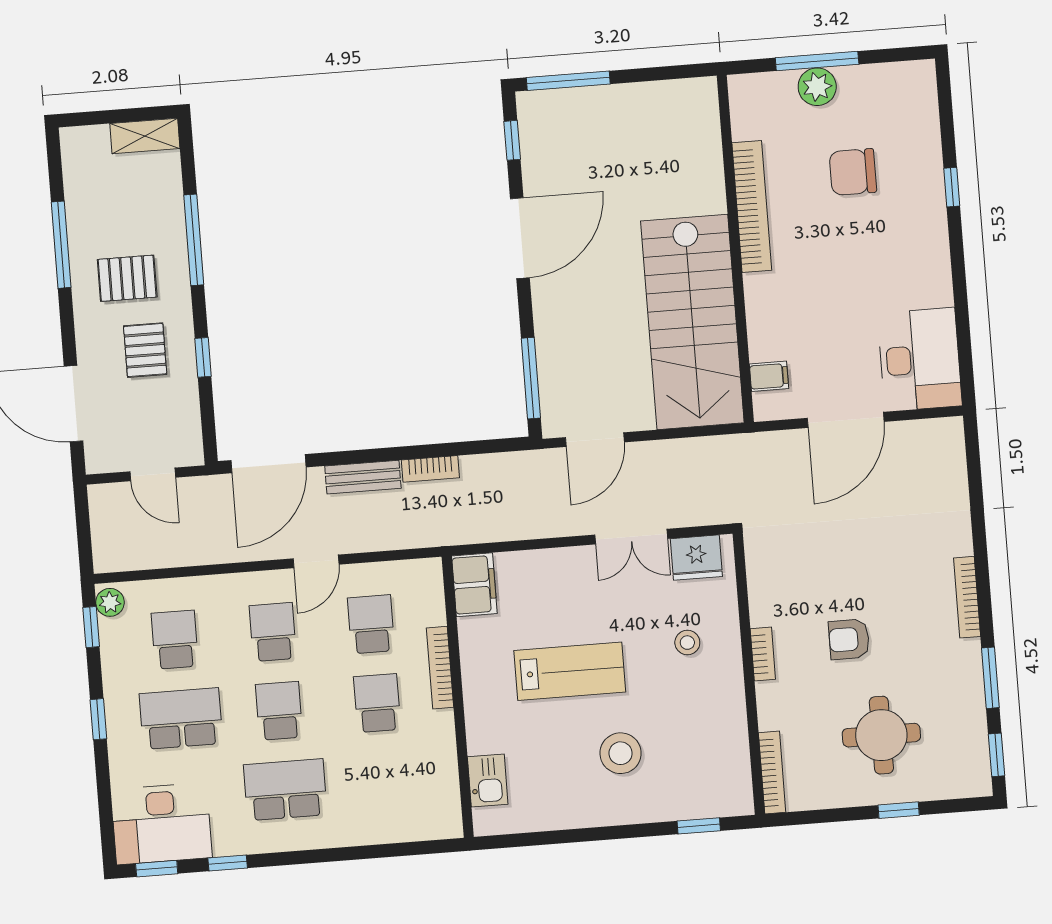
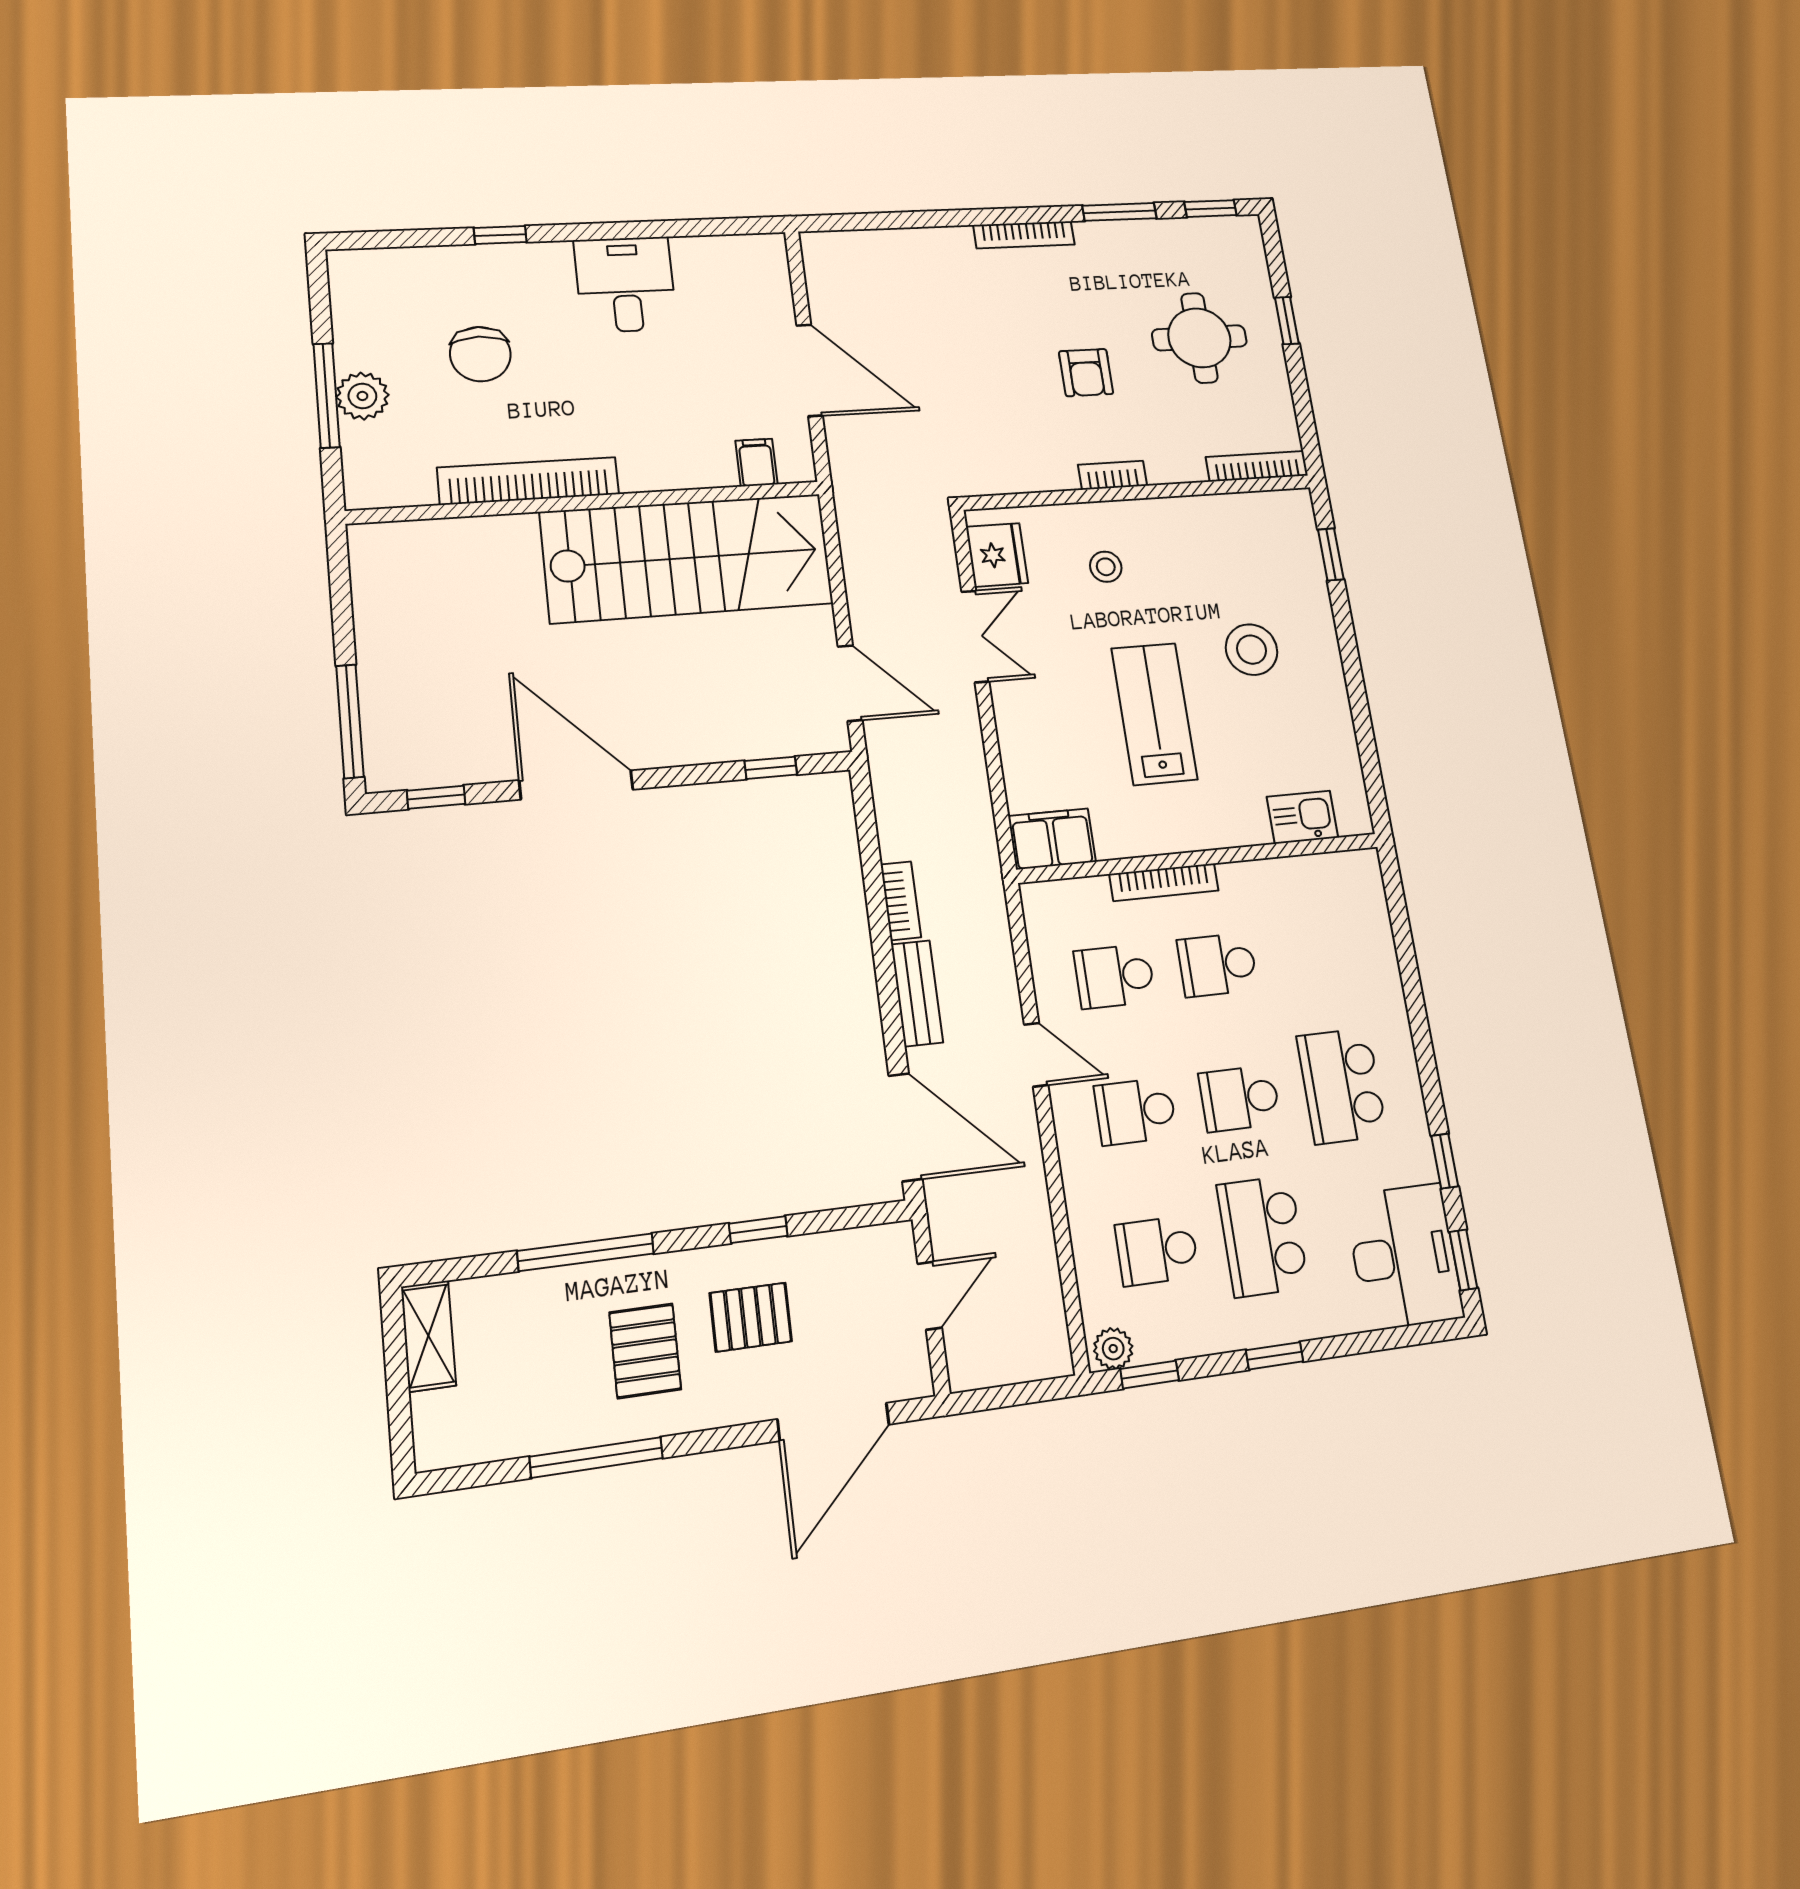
desk: (920, 359) -> (625, 285), moved, width x0.73
window: (531, 378) -> (771, 768), width x0.46

